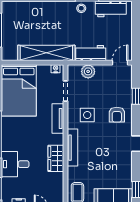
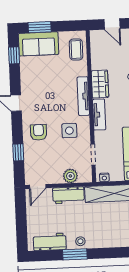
tv unit: (58, 119) -> (99, 115), moved

